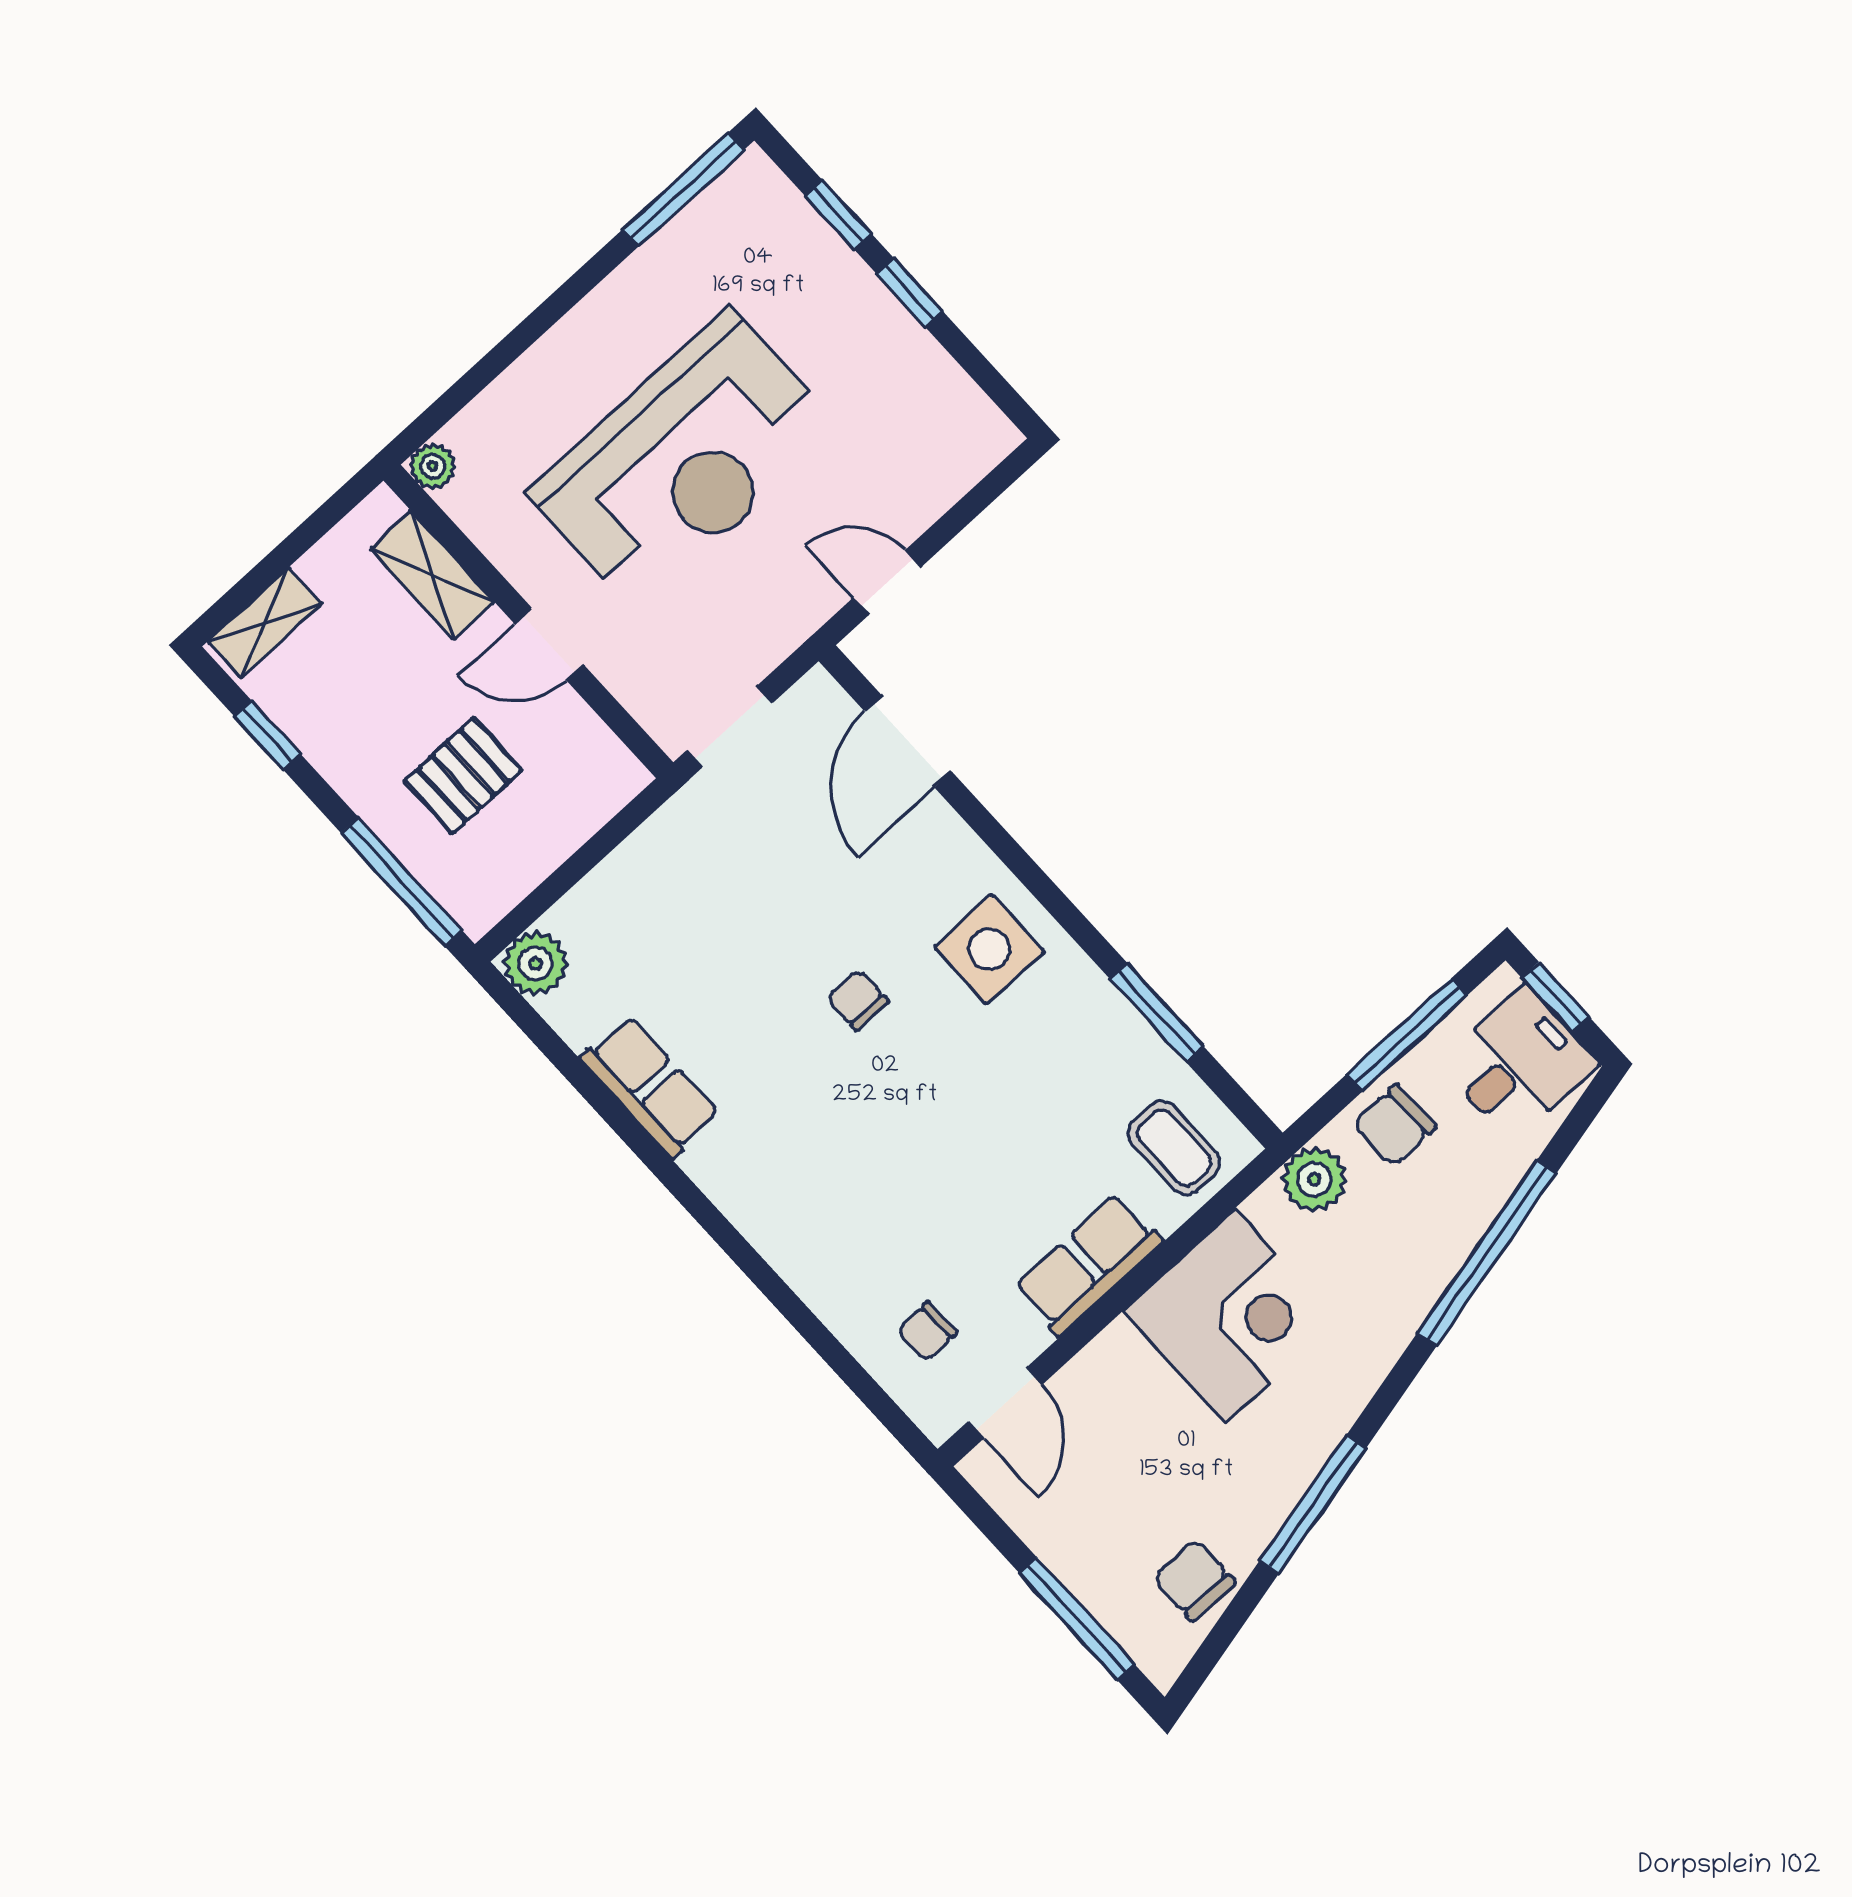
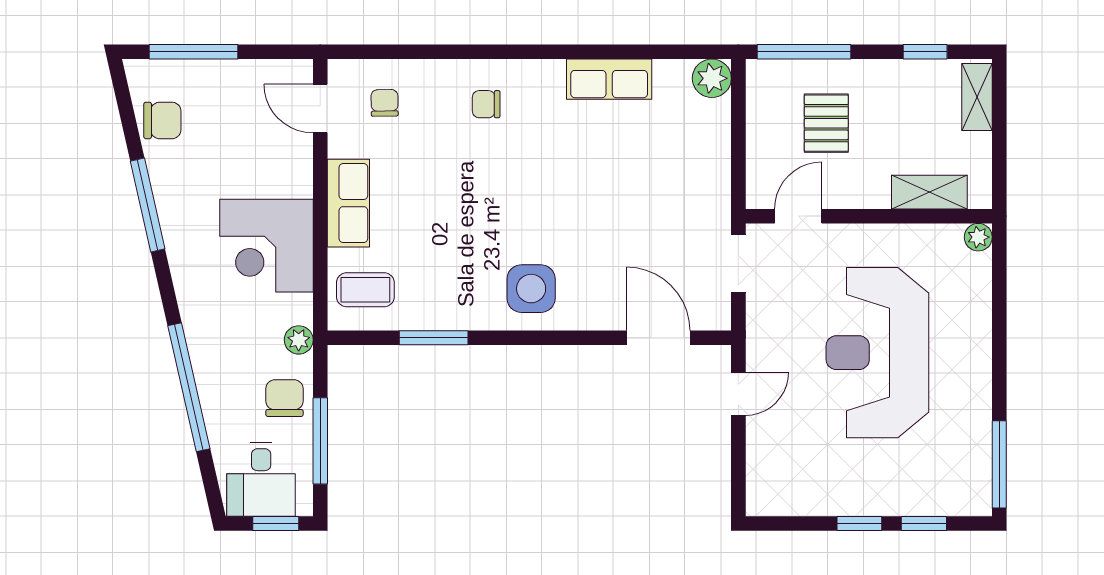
door: (549, 644) -> (798, 216), moved
chair: (858, 1000) -> (486, 104), moved, turned 180
plant: (1314, 1179) -> (299, 340), width x0.73, depth x0.73

